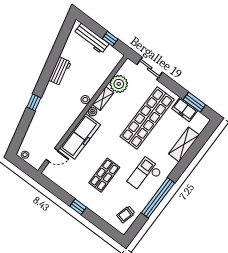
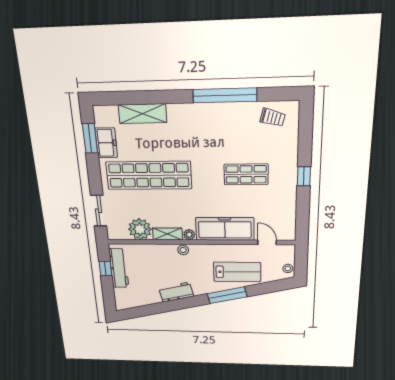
workbench: (91, 39) -> (119, 268), moved
window: (34, 102) -> (227, 295), width x2.17
lab bench: (46, 122) -> (237, 272), added
checkout: (145, 175) -> (211, 130), removed

